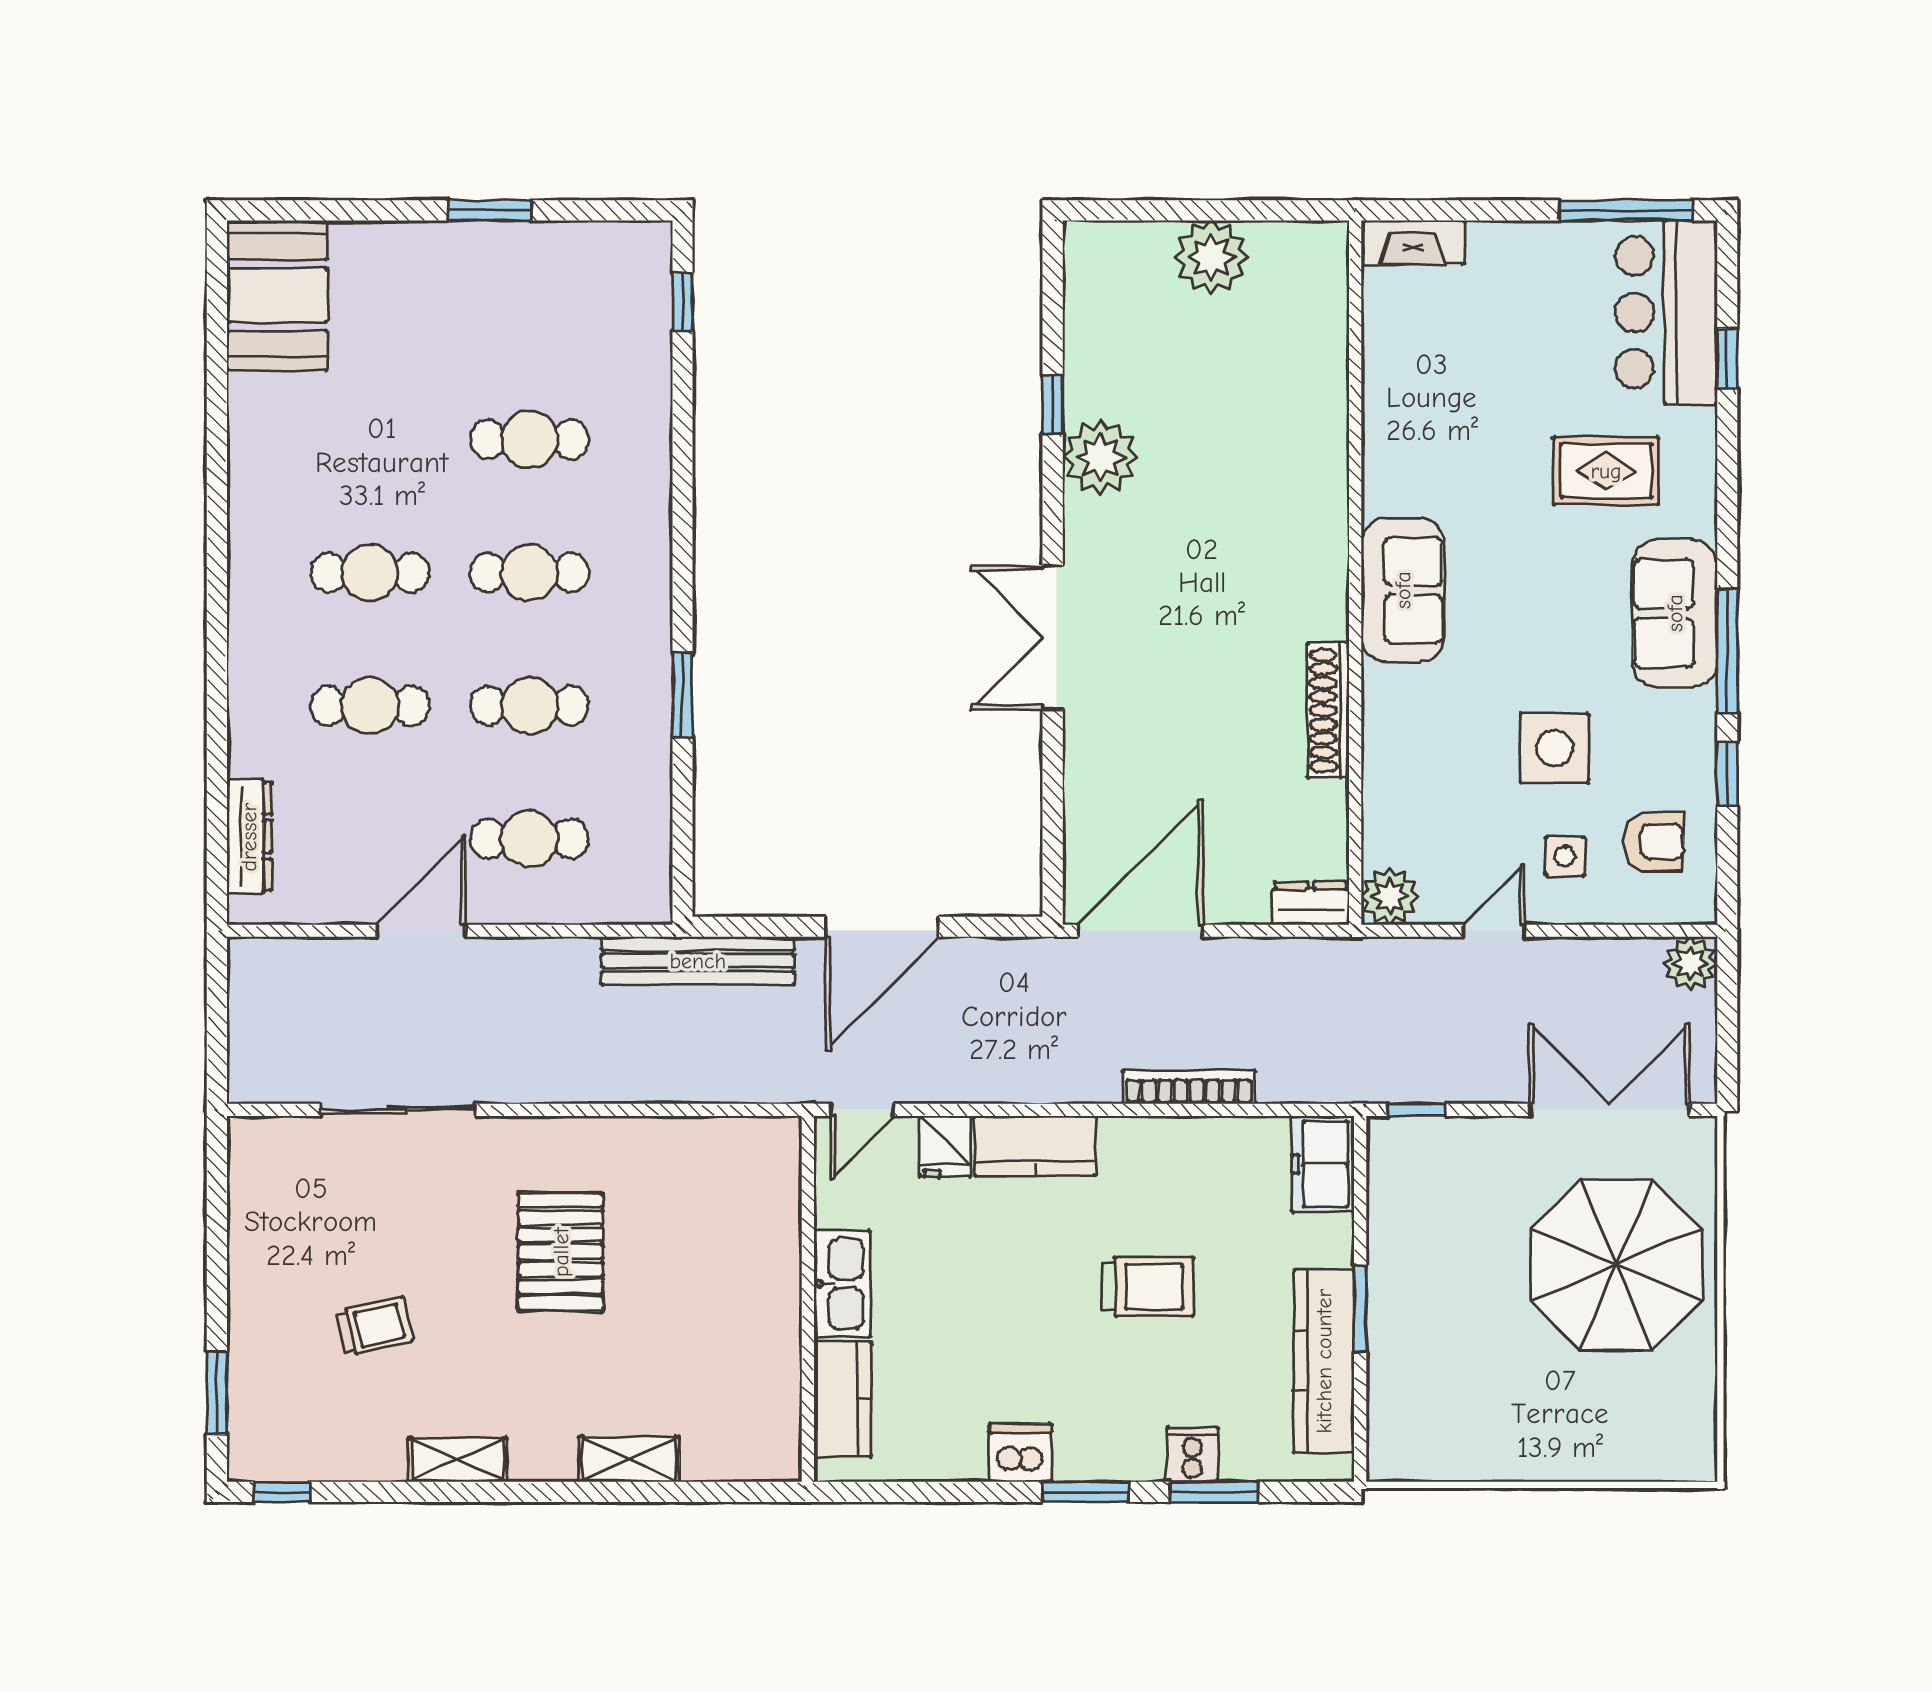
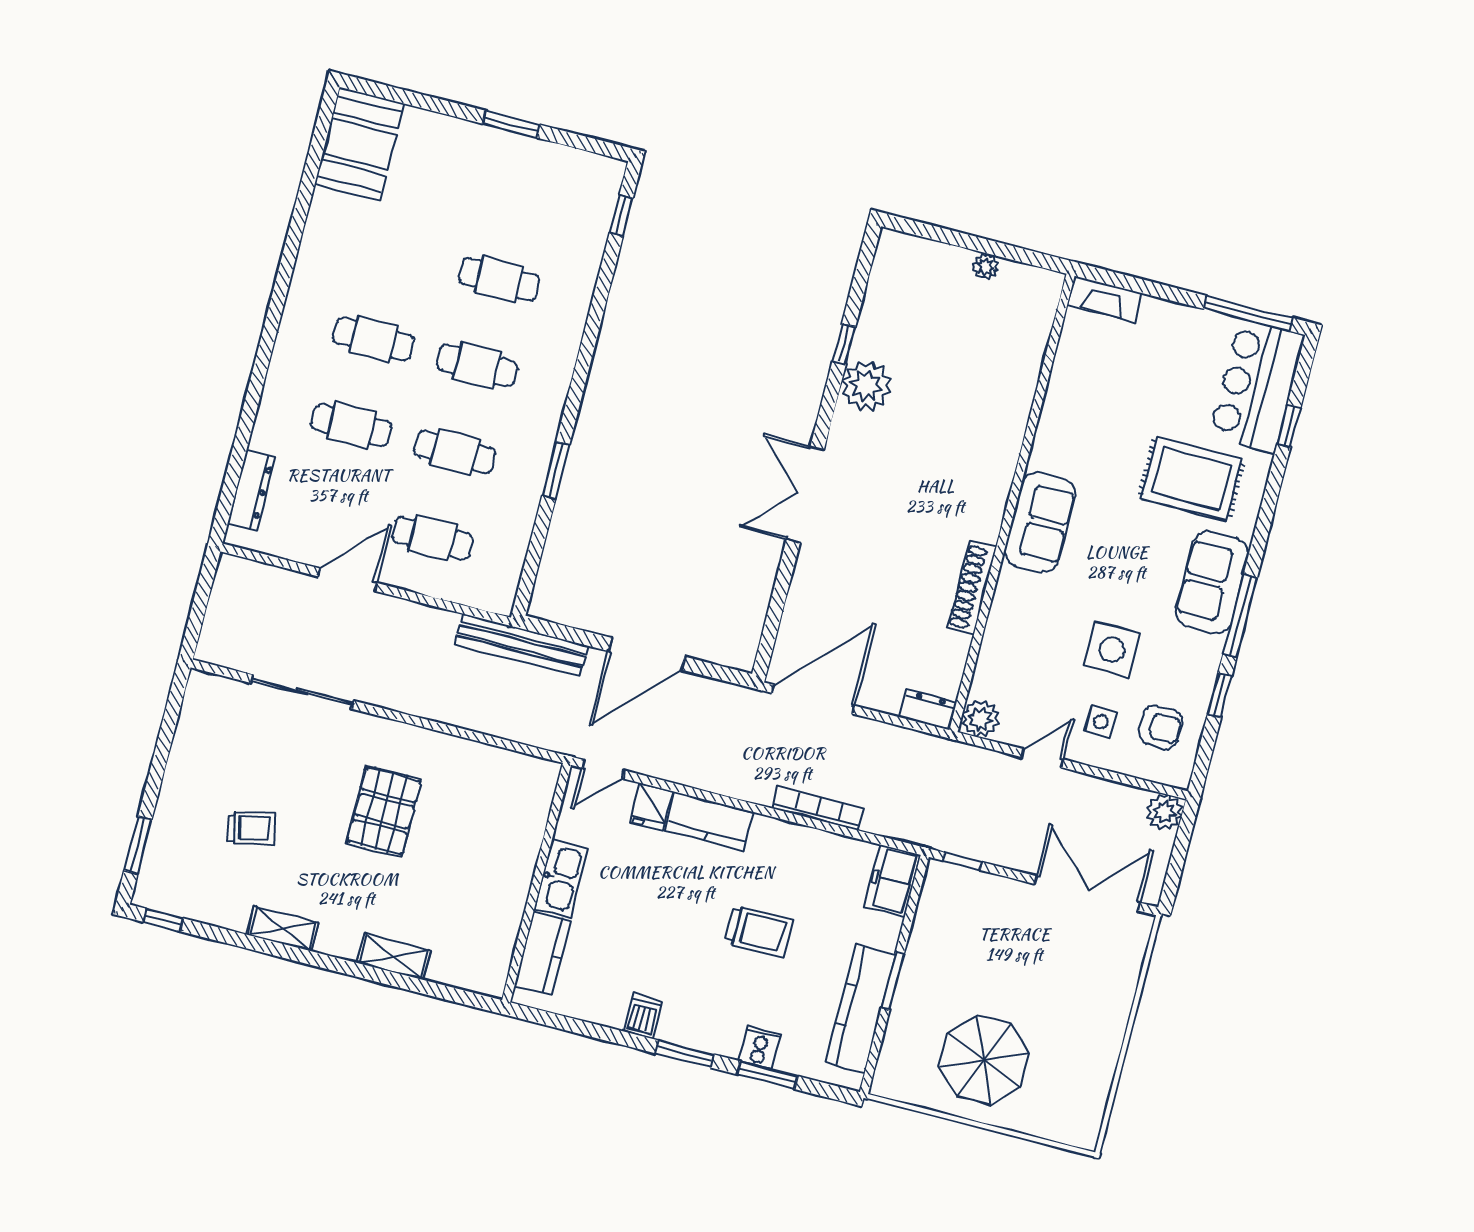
plant: (1211, 257) -> (985, 266), width x0.53, depth x0.53
rug: (1606, 471) -> (1192, 479), width x1.36, depth x1.43
parasol: (1616, 1265) -> (984, 1060), moved, width x0.73, depth x0.73
dishwasher: (1020, 1453) -> (643, 1016), width x0.73

